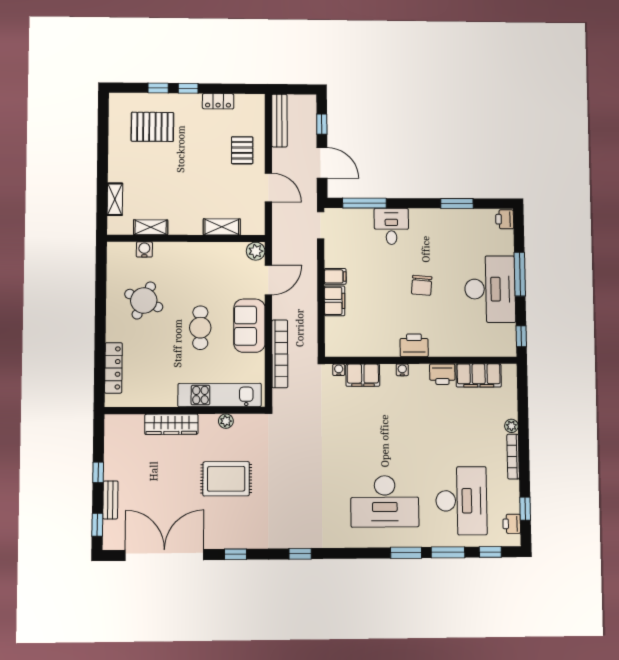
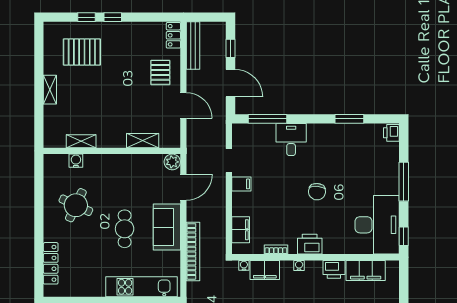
locker: (218, 101) -> (173, 35), moved, turned 90
shelving: (115, 199) -> (50, 90), moved
doorway: (321, 225) -> (229, 161), moved
desk: (490, 289) -> (377, 225), moved
filing cabinet: (335, 301) -> (241, 230), moved
bookcase: (375, 352) -> (276, 250), added

